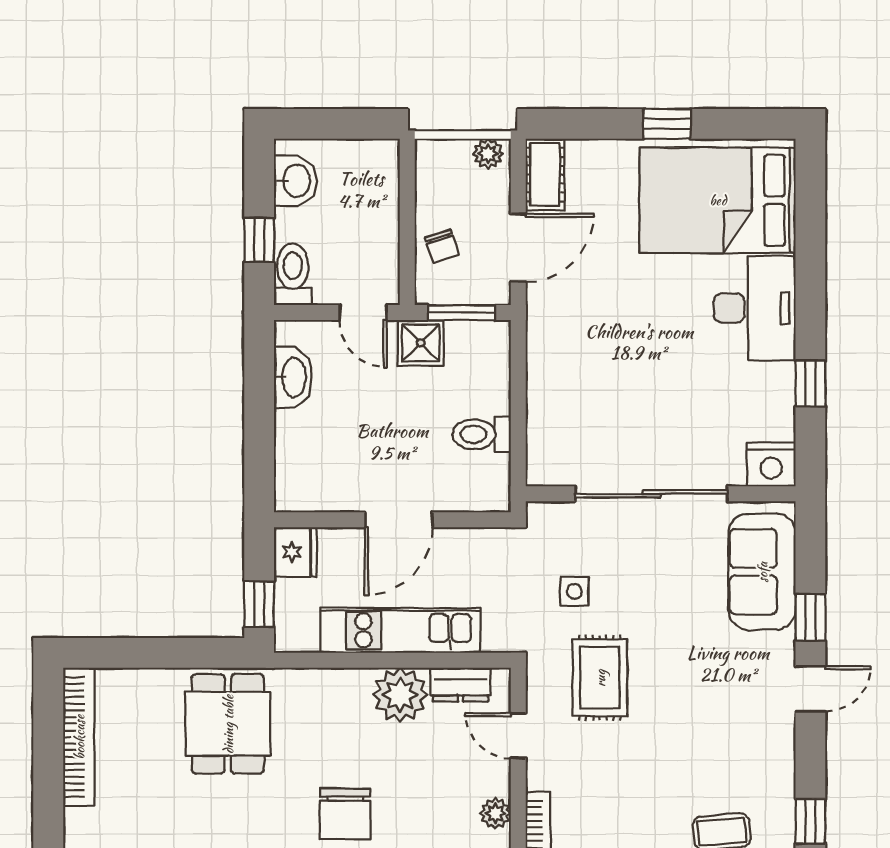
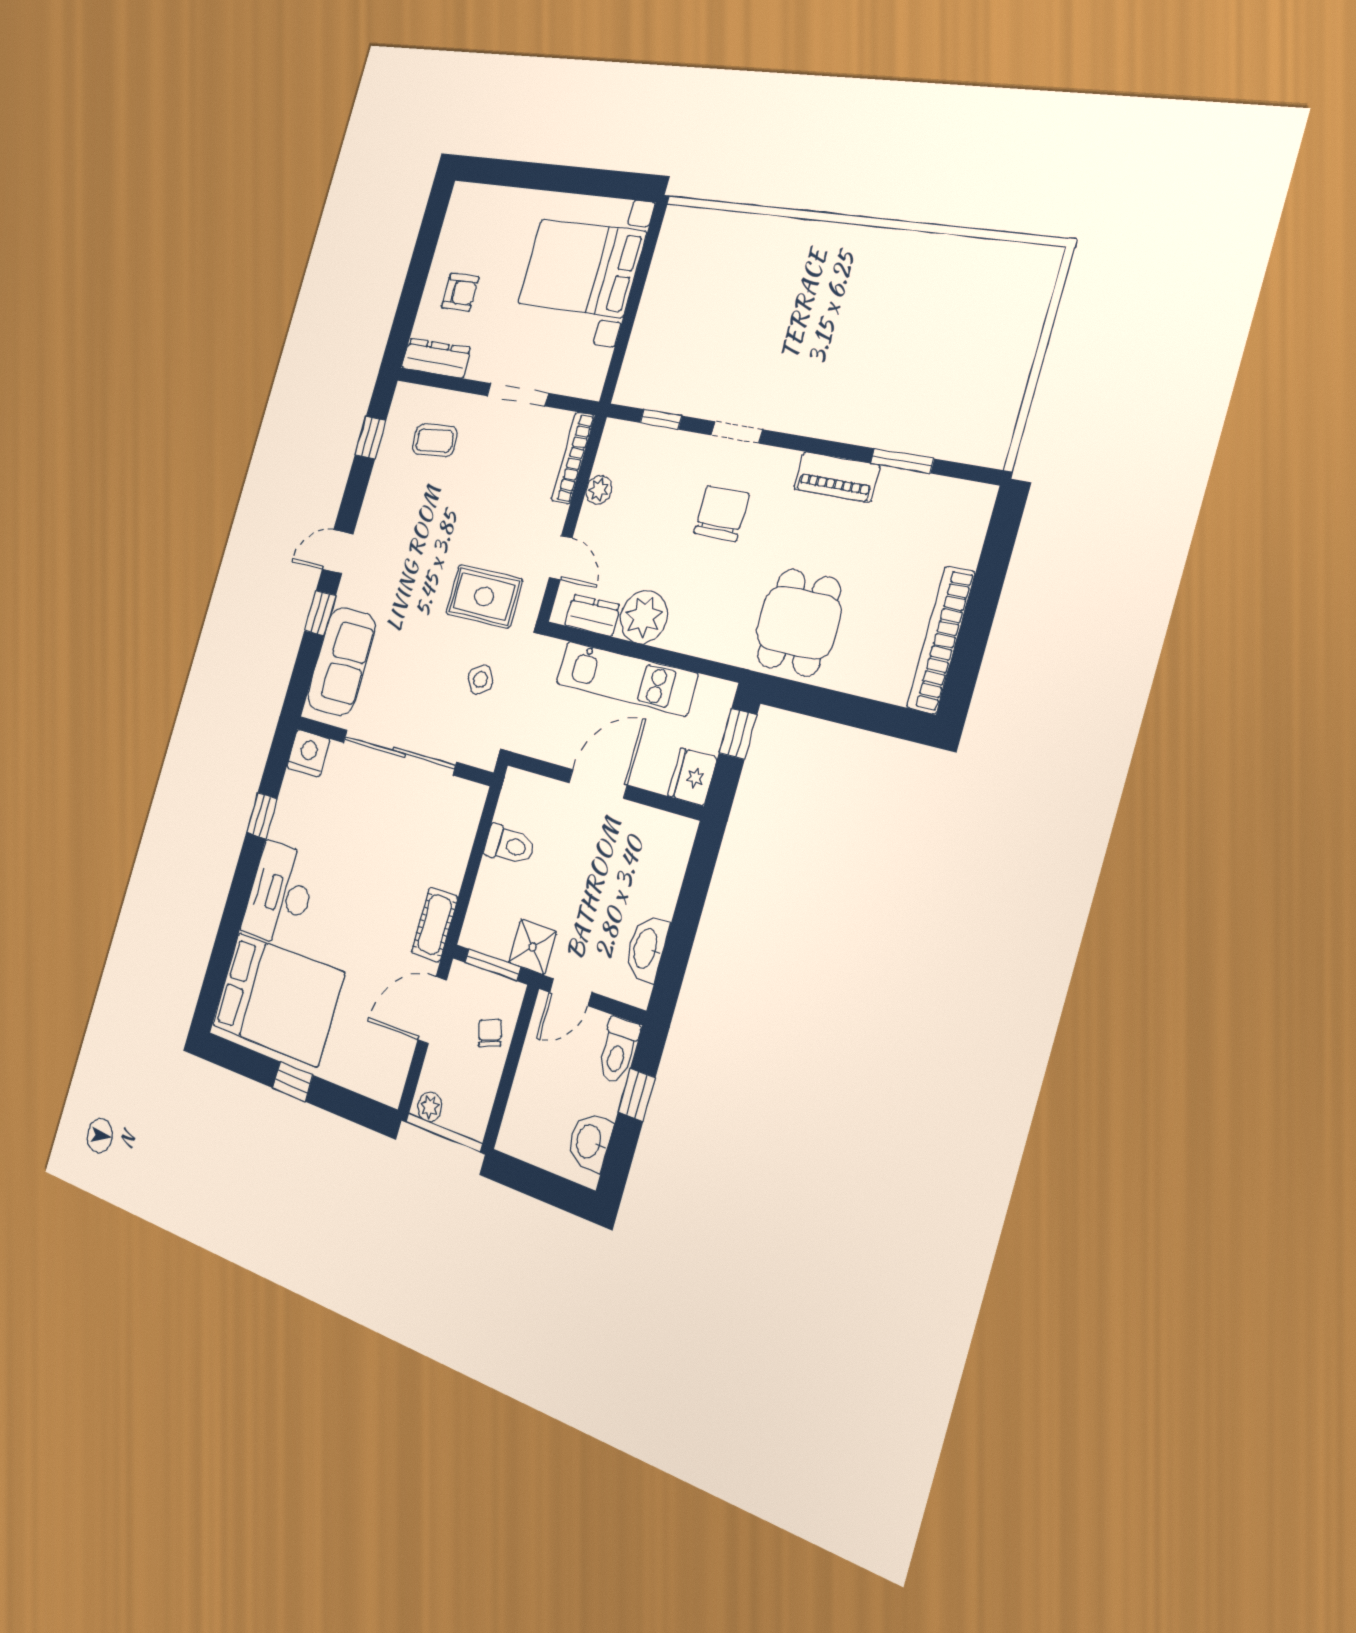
cot: (545, 175) -> (434, 925), moved
door: (363, 313) -> (570, 992), swing flipped
side table: (574, 591) -> (480, 680), turned -32
rug: (600, 678) -> (484, 596), turned 90

